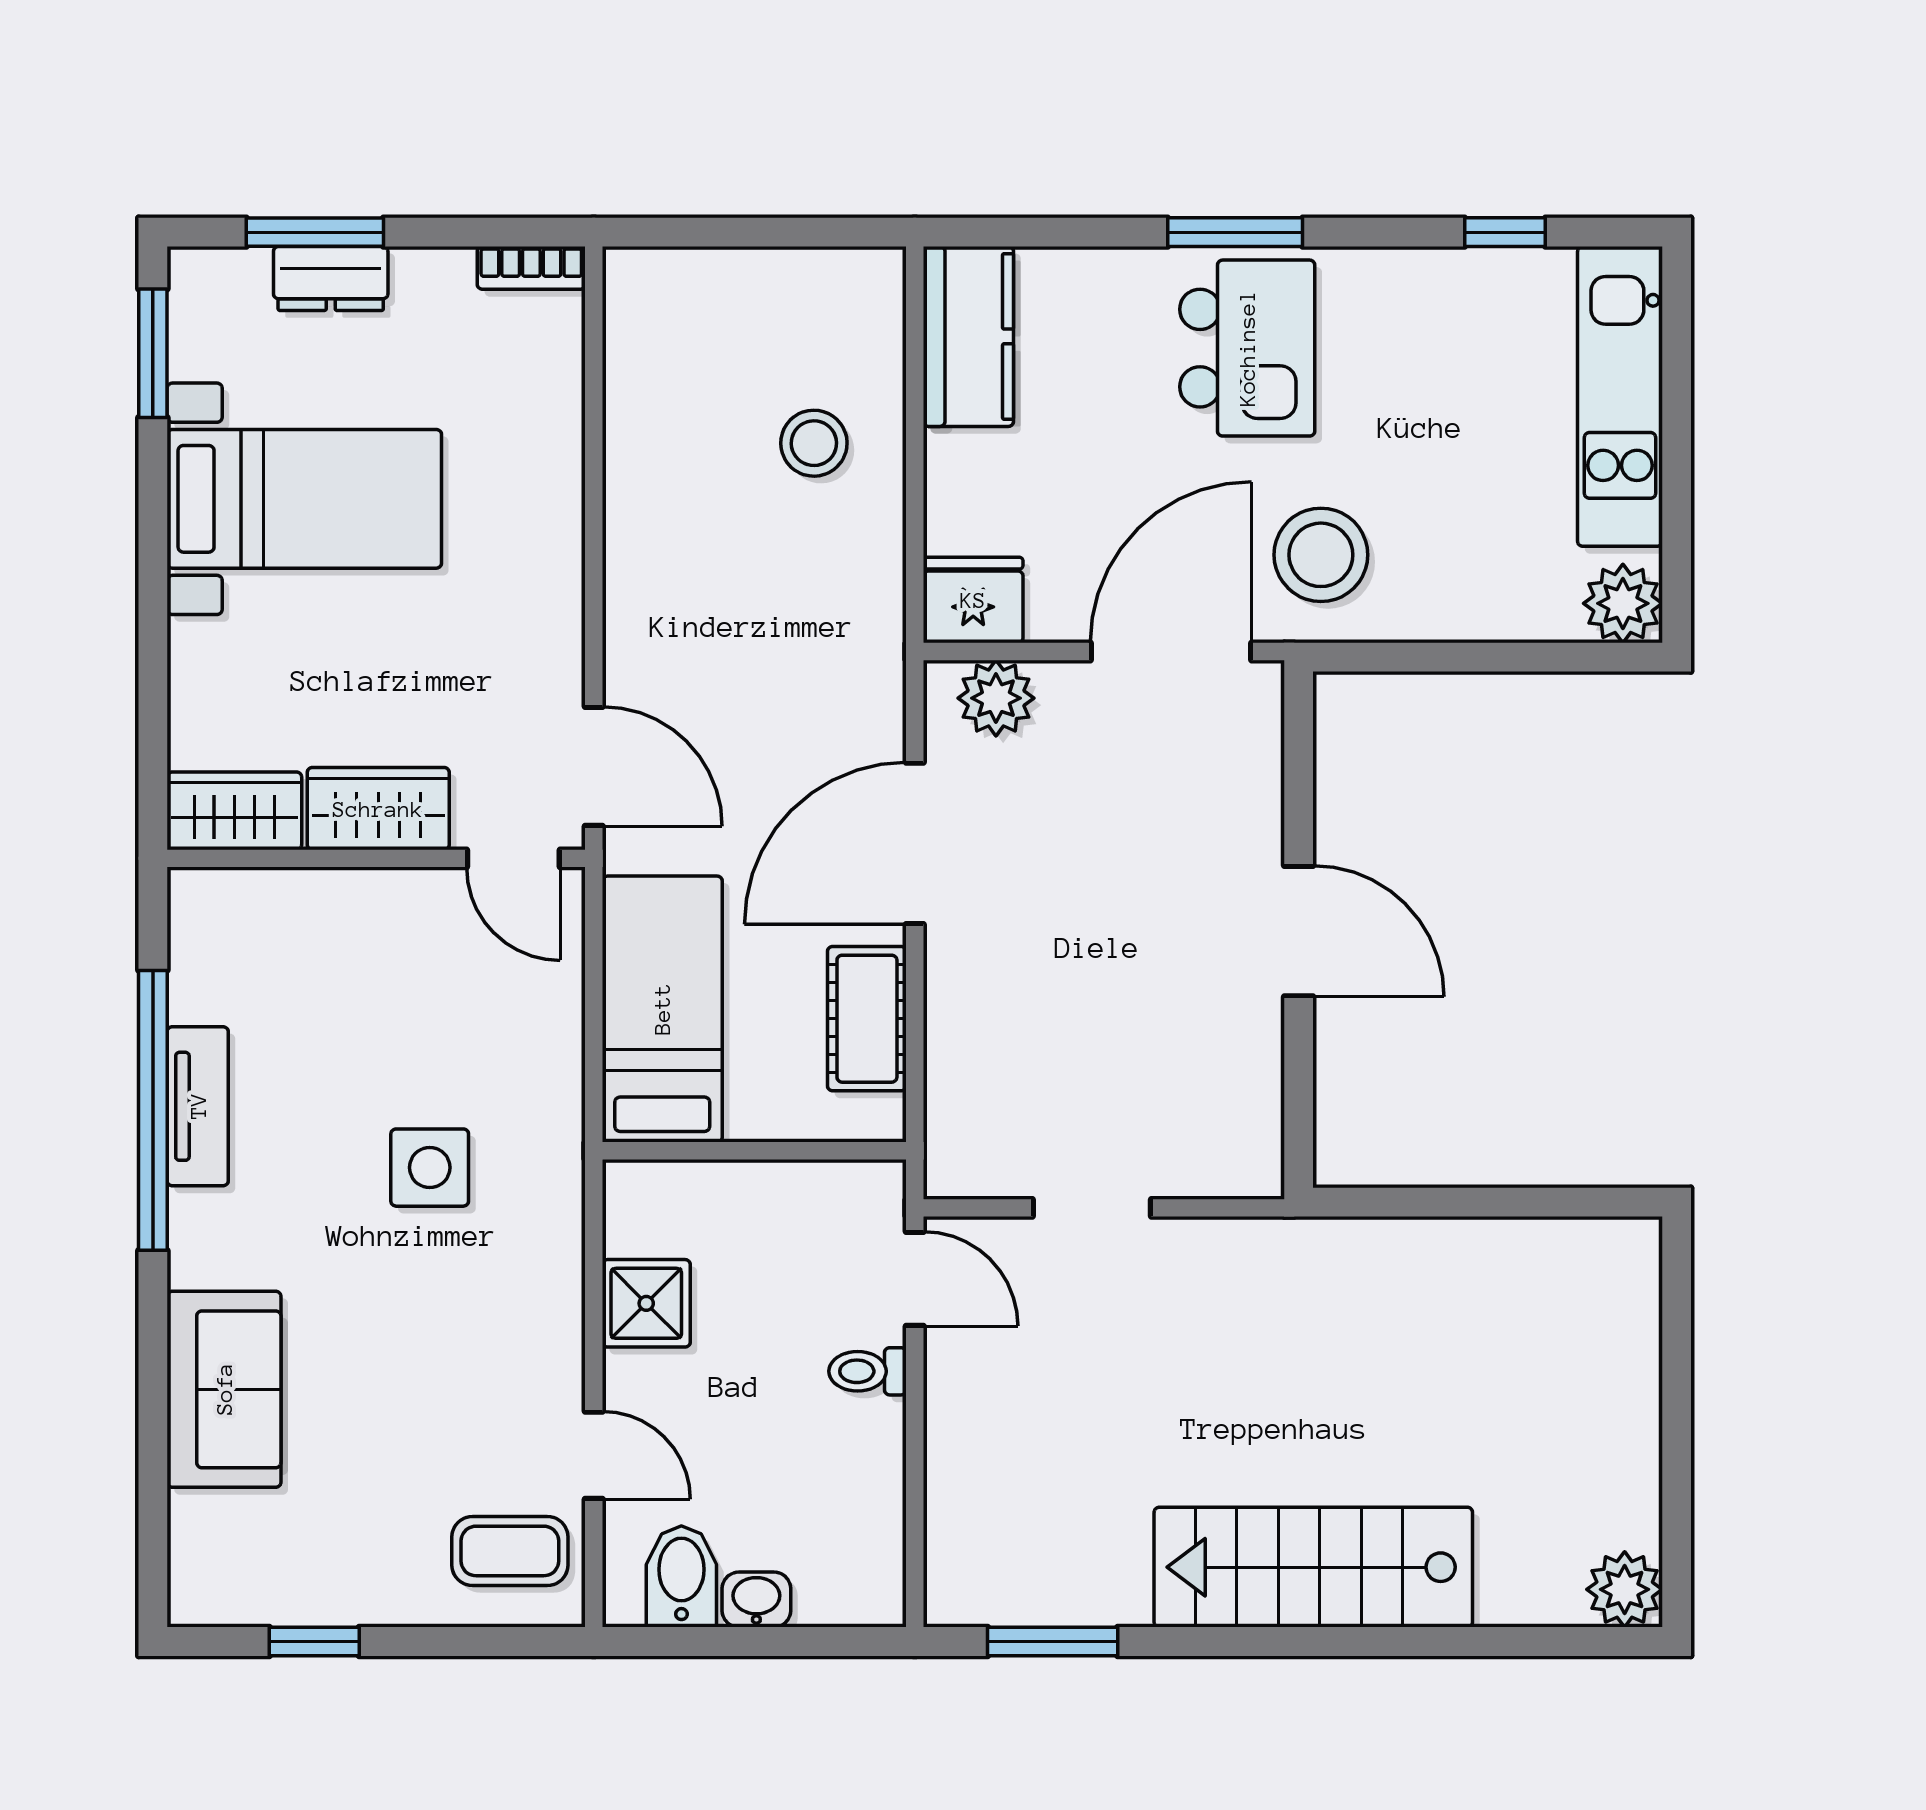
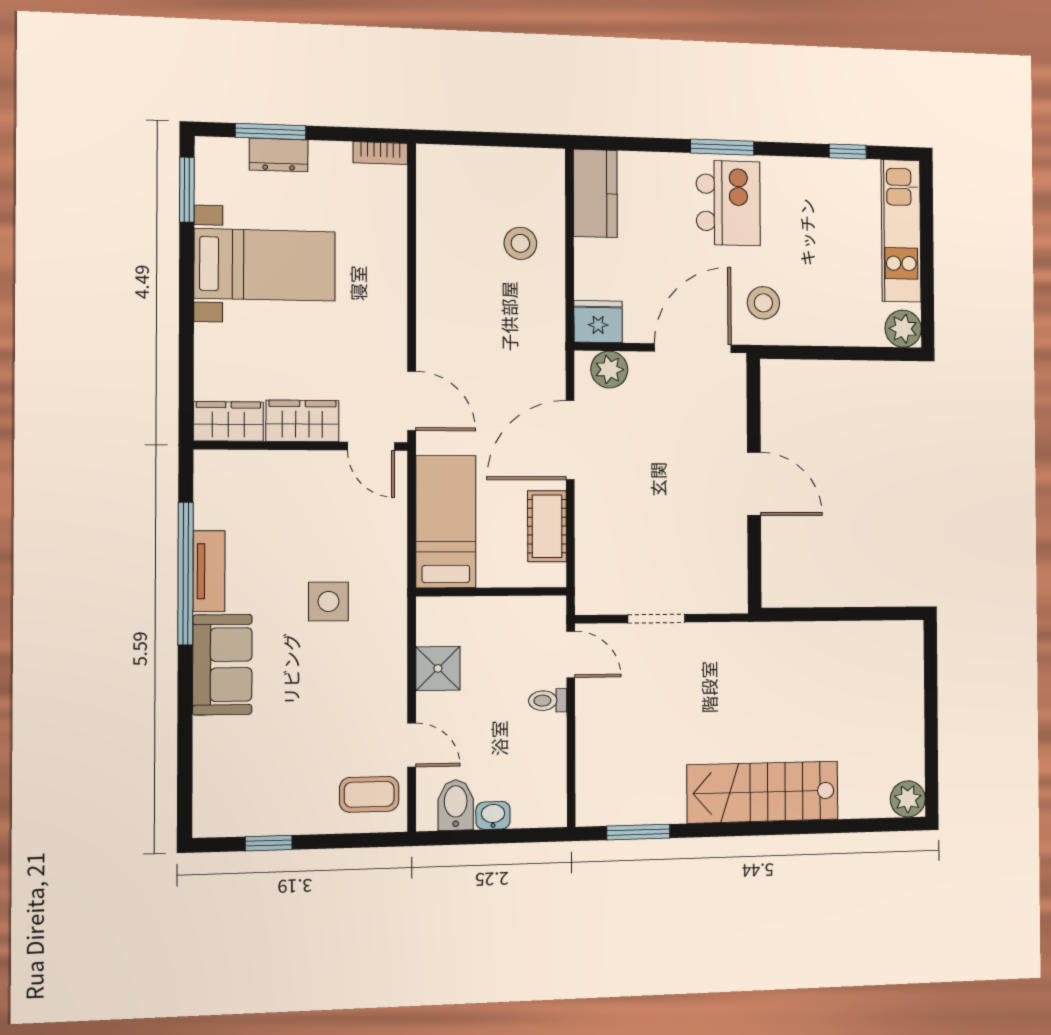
stool: (1321, 555) -> (763, 303), width x0.73, depth x0.73
sofa: (224, 1389) -> (222, 665), moved

